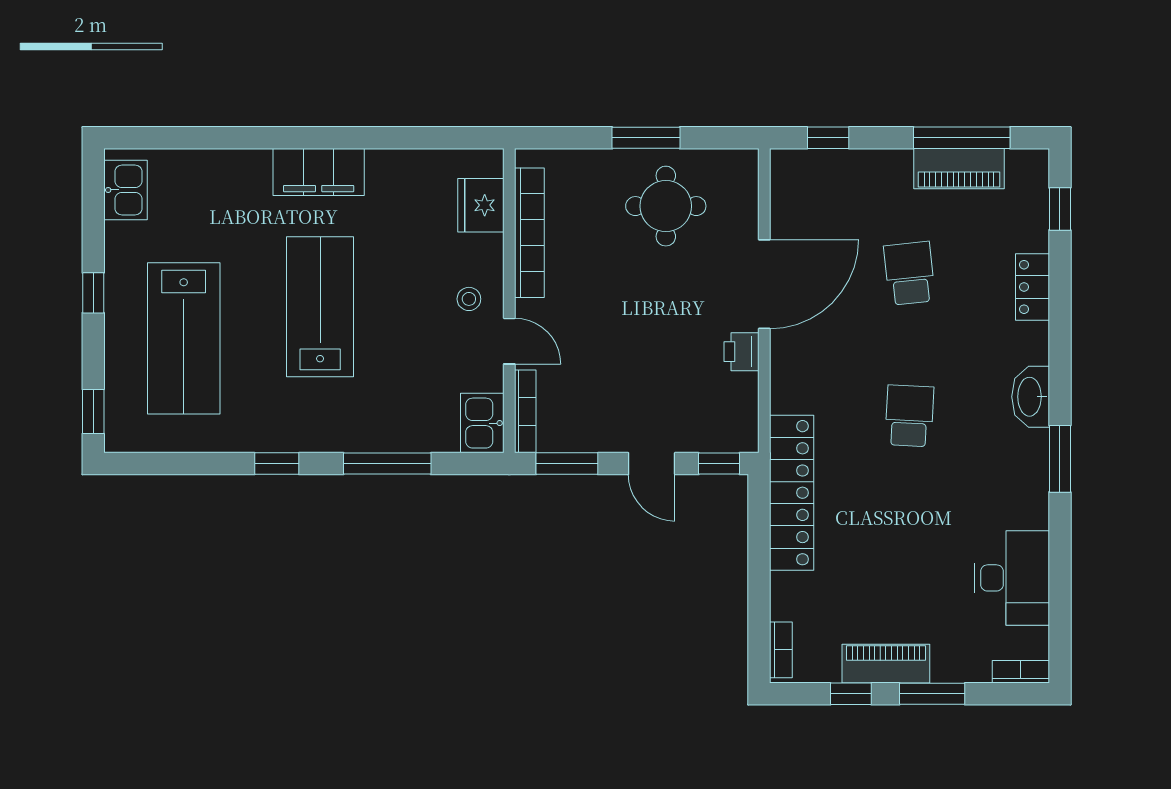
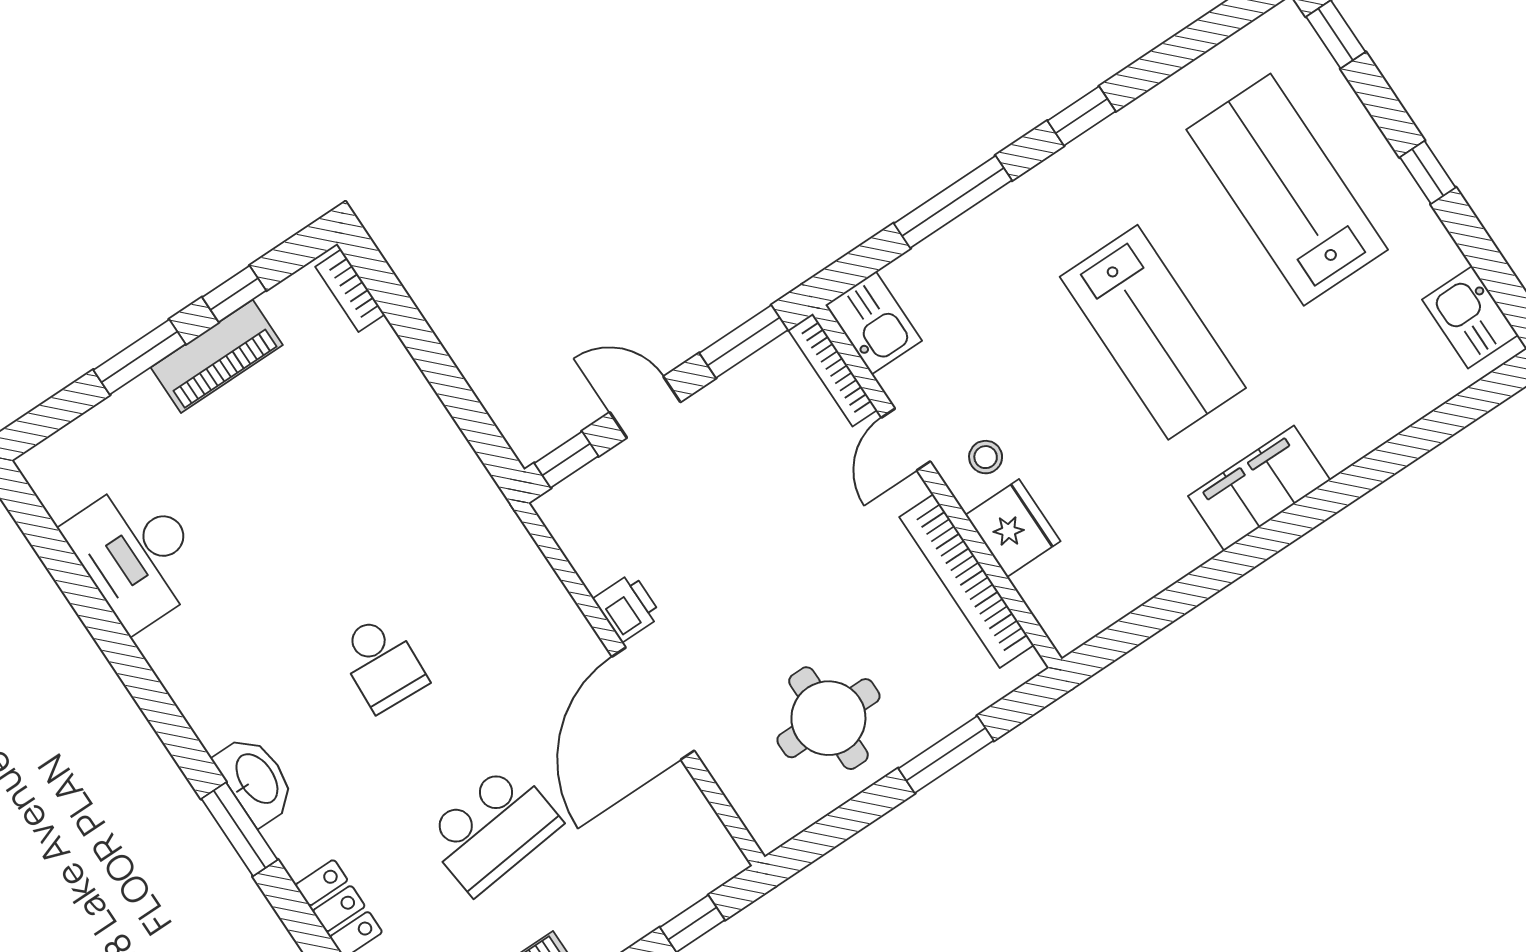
window: (646, 138) -> (946, 754), moved
fridge: (481, 205) -> (1013, 528), moved
school desk: (909, 273) -> (493, 829), width x1.85
door: (509, 341) -> (906, 439), hinge flipped
window: (1060, 459) -> (240, 829), moved
locker: (792, 493) -> (459, 482), removed
bookcase: (1021, 672) -> (53, 452), removed

